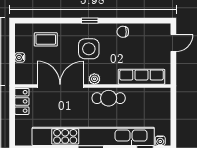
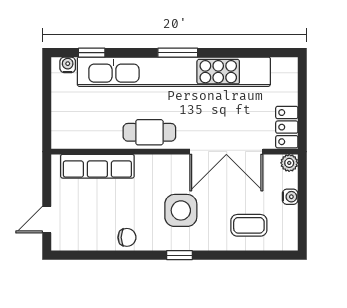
plant: (94, 79) -> (289, 163), moved

